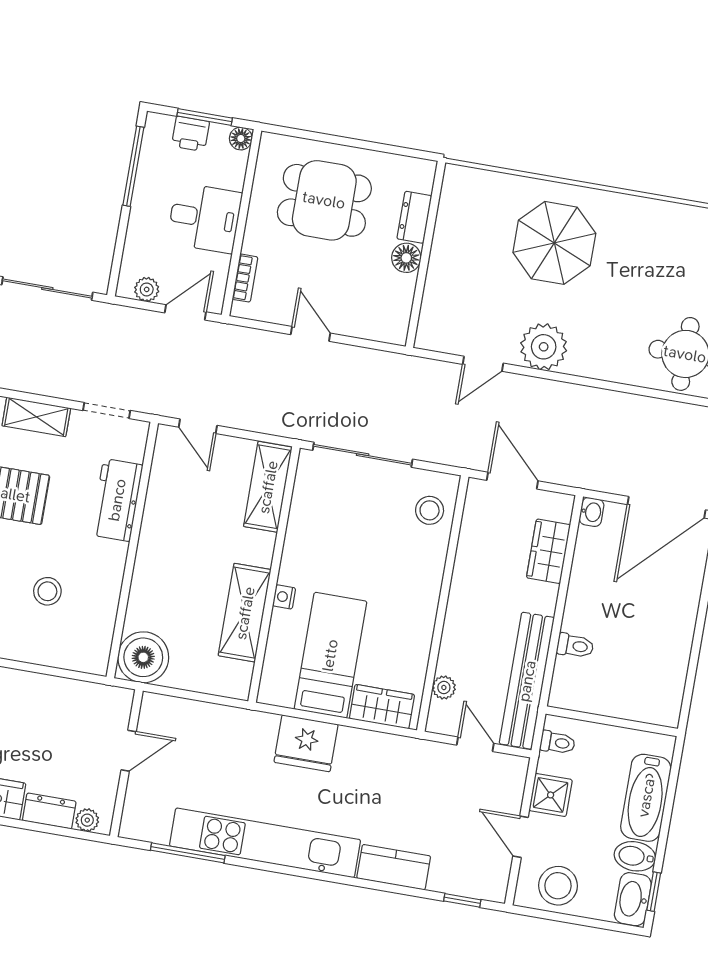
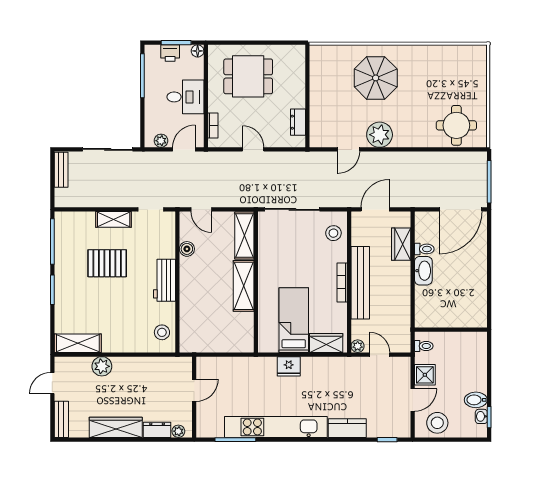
dresser: (414, 217) -> (298, 122), moved
floor lamp: (406, 258) -> (298, 100), removed
door: (512, 481) -> (375, 209), hinge flipped
workbench: (117, 500) -> (164, 280), moved
washbasin: (592, 512) -> (423, 271), moved, width x1.91, depth x1.45
stool: (47, 591) -> (162, 332), moved
nightstand: (284, 597) -> (263, 293), removed
bookcase: (430, 602) -> (342, 282), added
shelving: (245, 613) -> (244, 286), moved
toilet: (575, 646) -> (424, 249), moved
boiler: (143, 657) -> (187, 249), moved, width x0.54, depth x0.54
bench: (527, 681) -> (360, 283), moved
plant: (444, 688) -> (358, 346), moved
fridge: (306, 743) -> (289, 366), width x0.73, depth x0.75
bathtub: (646, 798) -> (476, 367), removed
door: (520, 837) -> (413, 400), swing flipped
washbasin: (633, 899) -> (481, 416), width x0.52, depth x0.69

